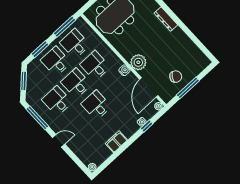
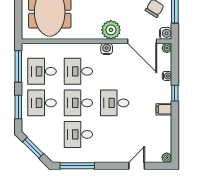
water cooler: (167, 97) -> (166, 33), added
window: (147, 126) -> (175, 93), moved
door: (59, 141) -> (137, 166), moved
filing cabinet: (116, 142) -> (164, 109), width x0.50

